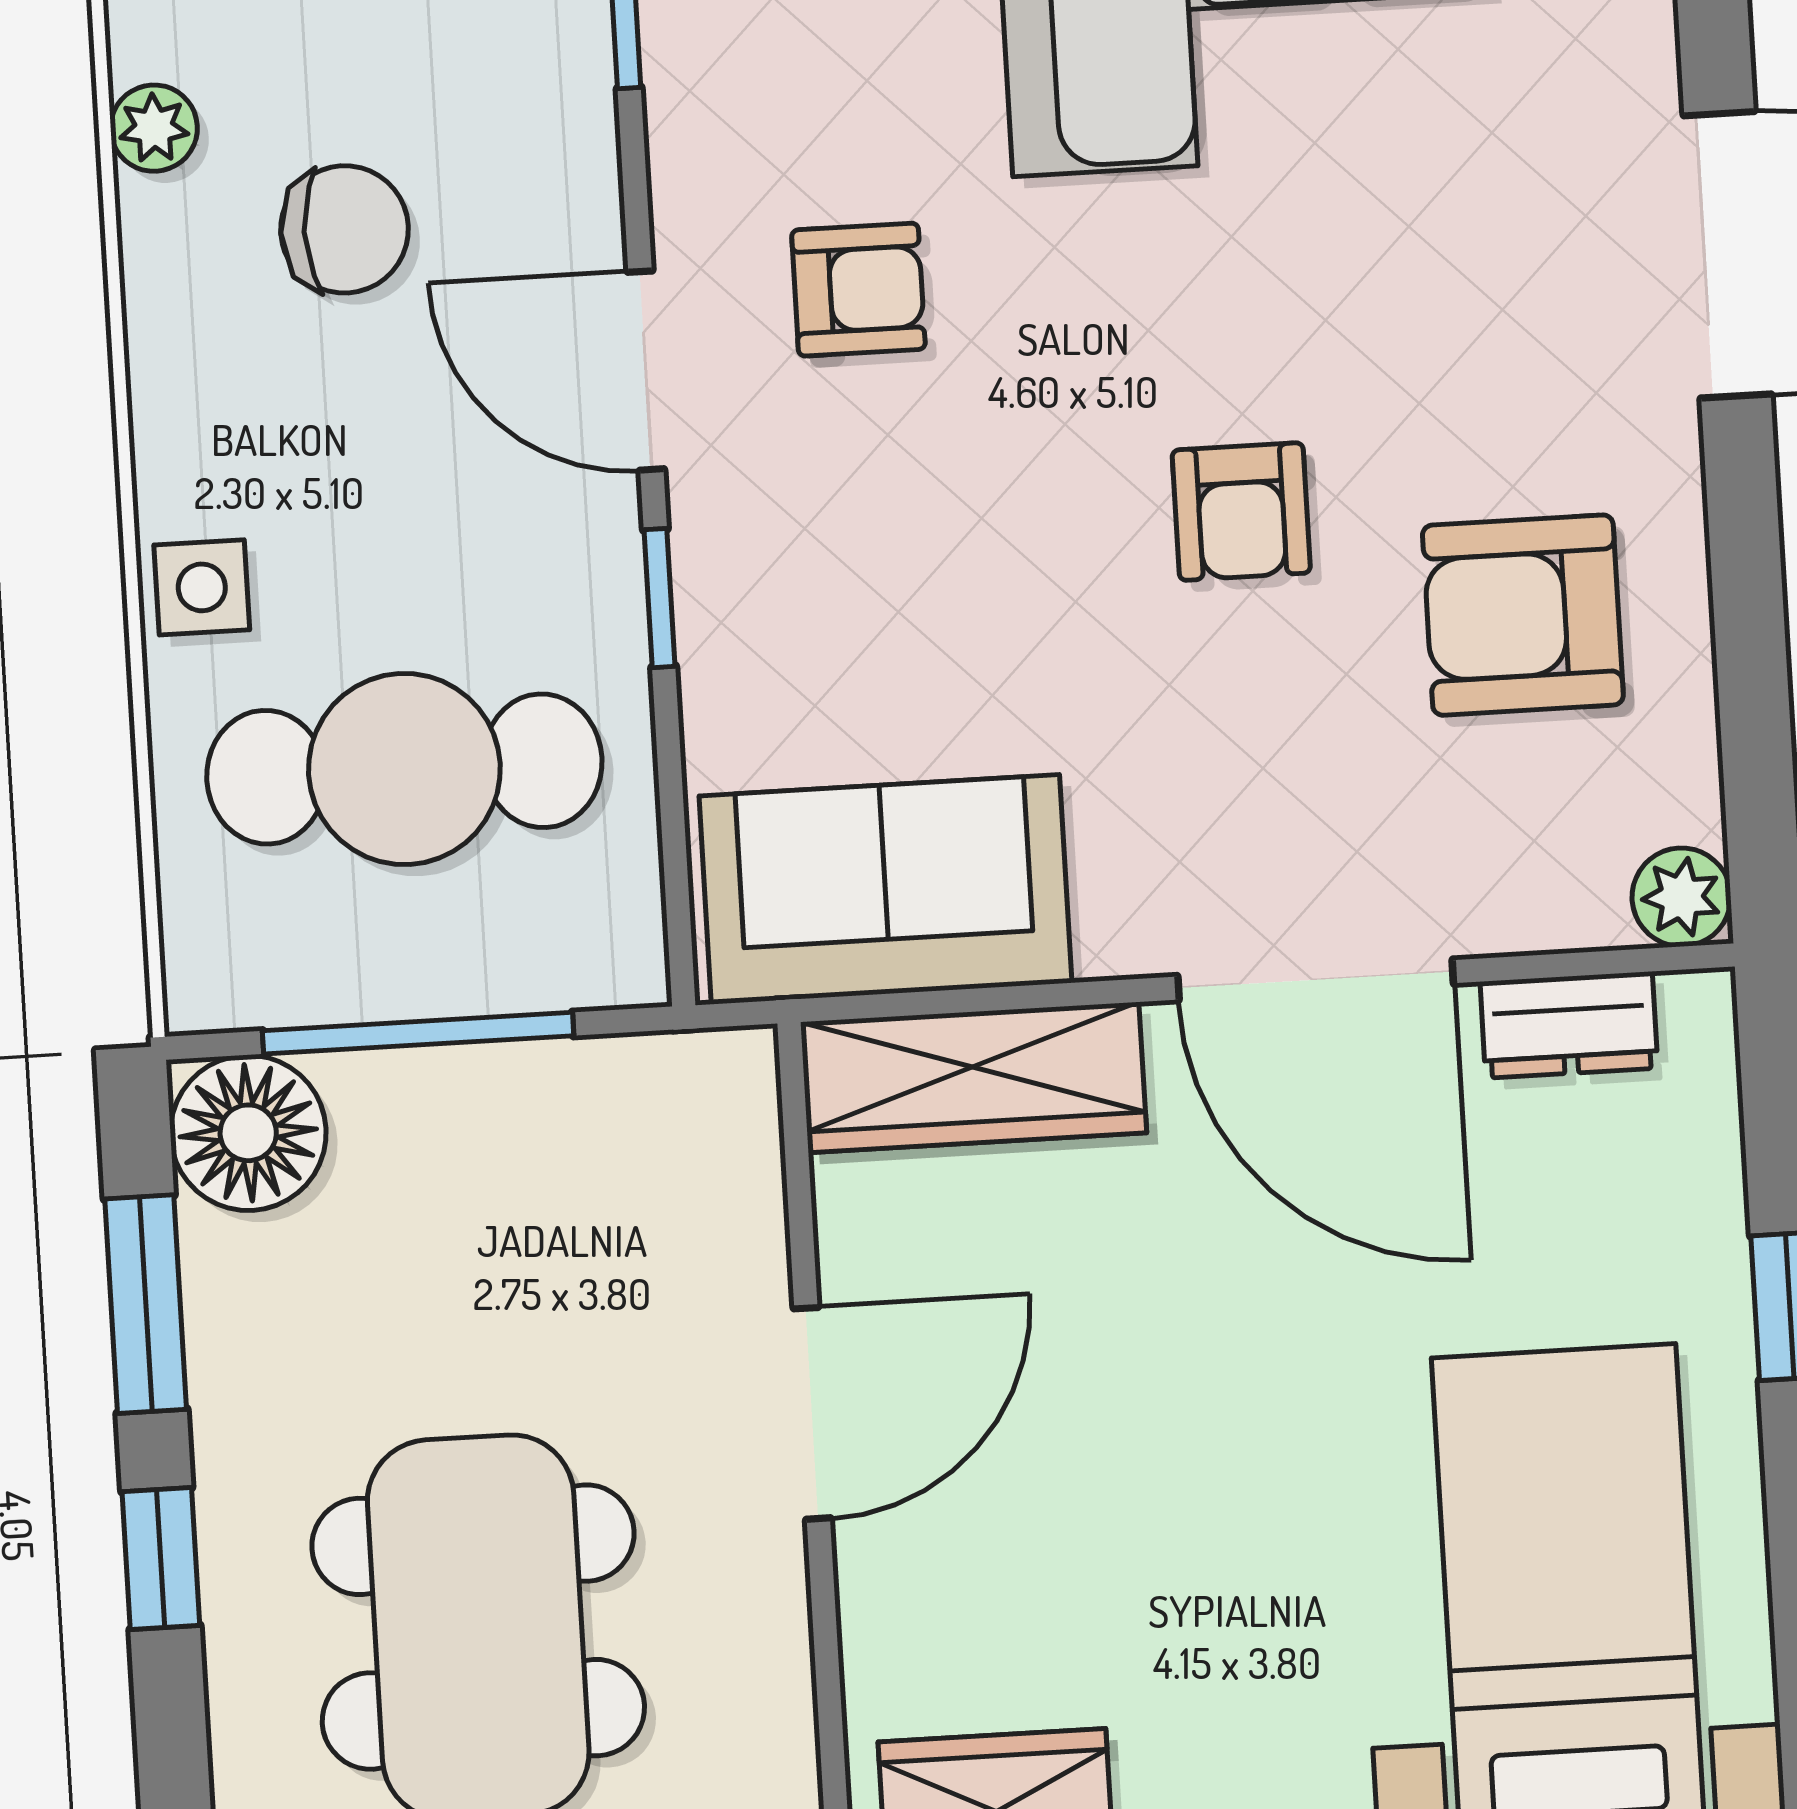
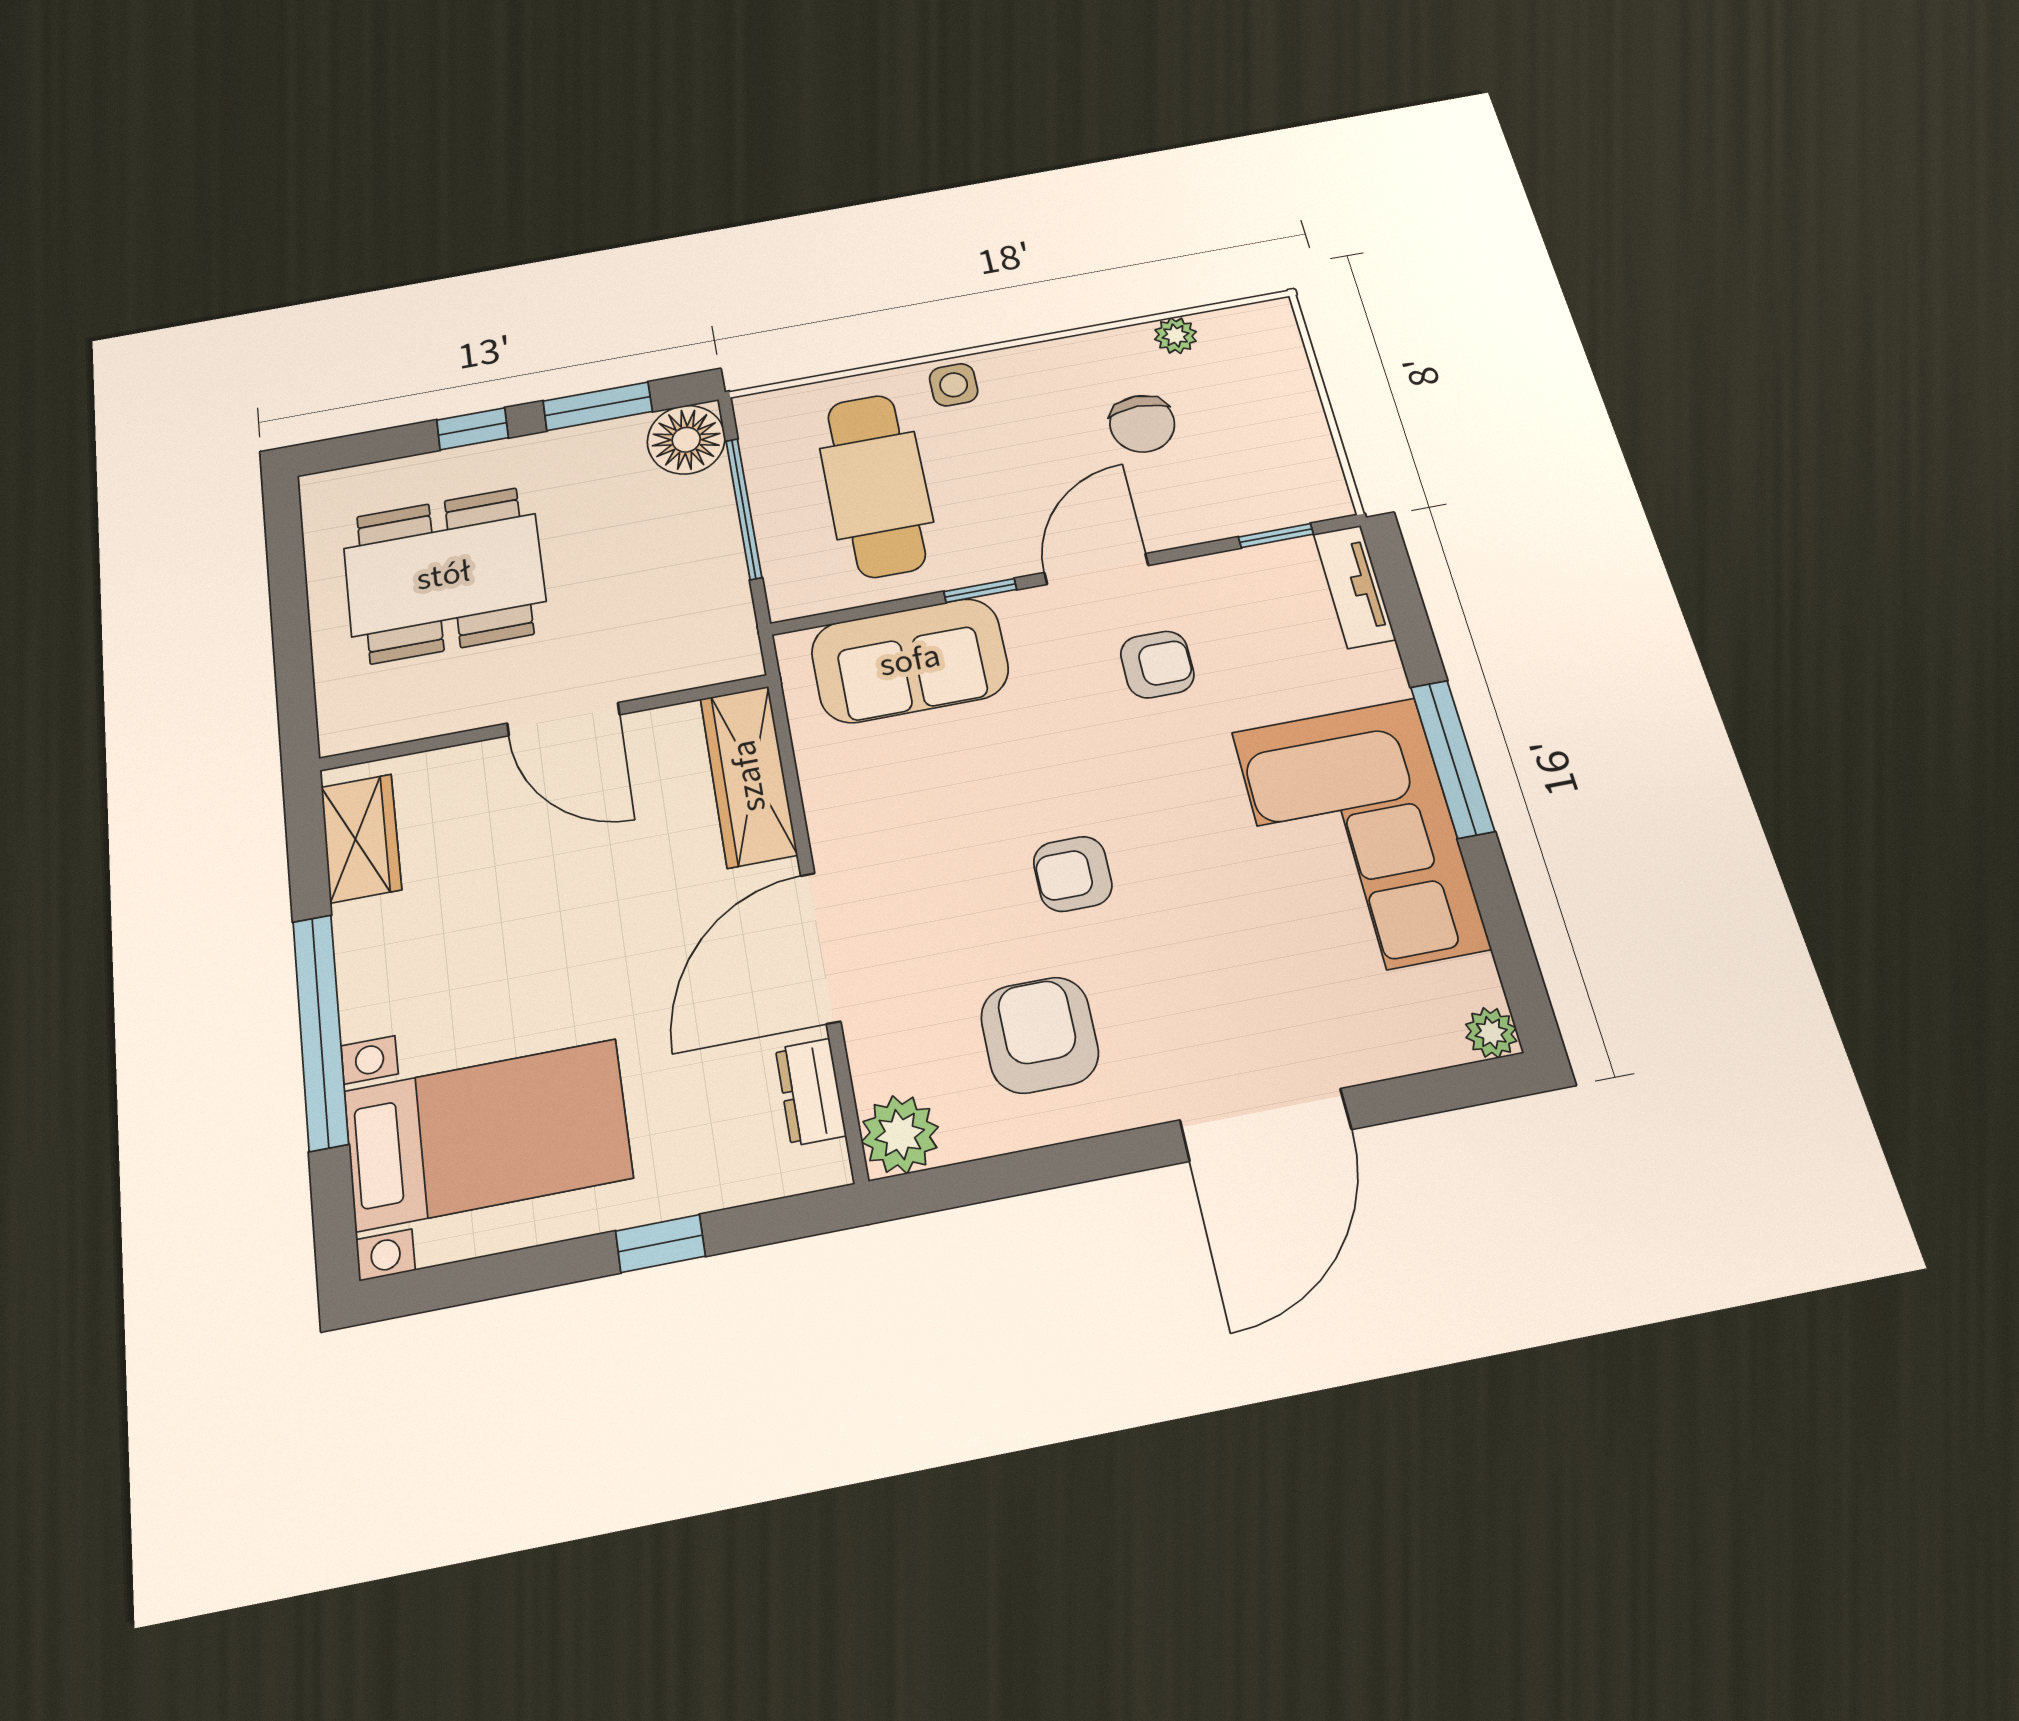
armchair: (858, 290) -> (1157, 664), turned -90
sofa: (885, 889) -> (910, 660), moved, turned 90
plant: (1681, 897) -> (900, 1135), width x1.38, depth x1.38

